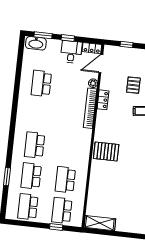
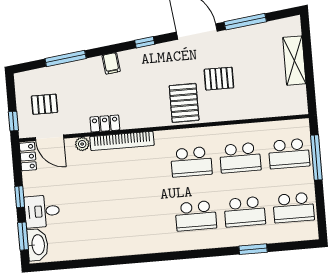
window: (127, 44) -> (13, 121), moved
desk: (71, 52) -> (42, 211), moved
school desk: (41, 83) -> (191, 162), moved
pallet: (133, 85) -> (44, 104), moved
pallet: (117, 176) -> (219, 79), added
shelving: (100, 223) -> (294, 61), moved
window: (56, 227) -> (316, 158), width x2.17

